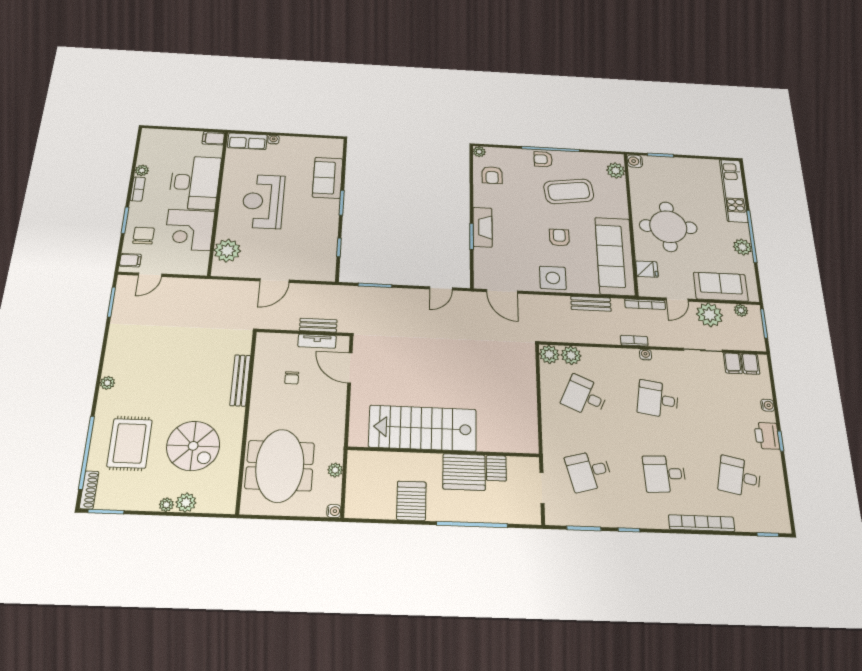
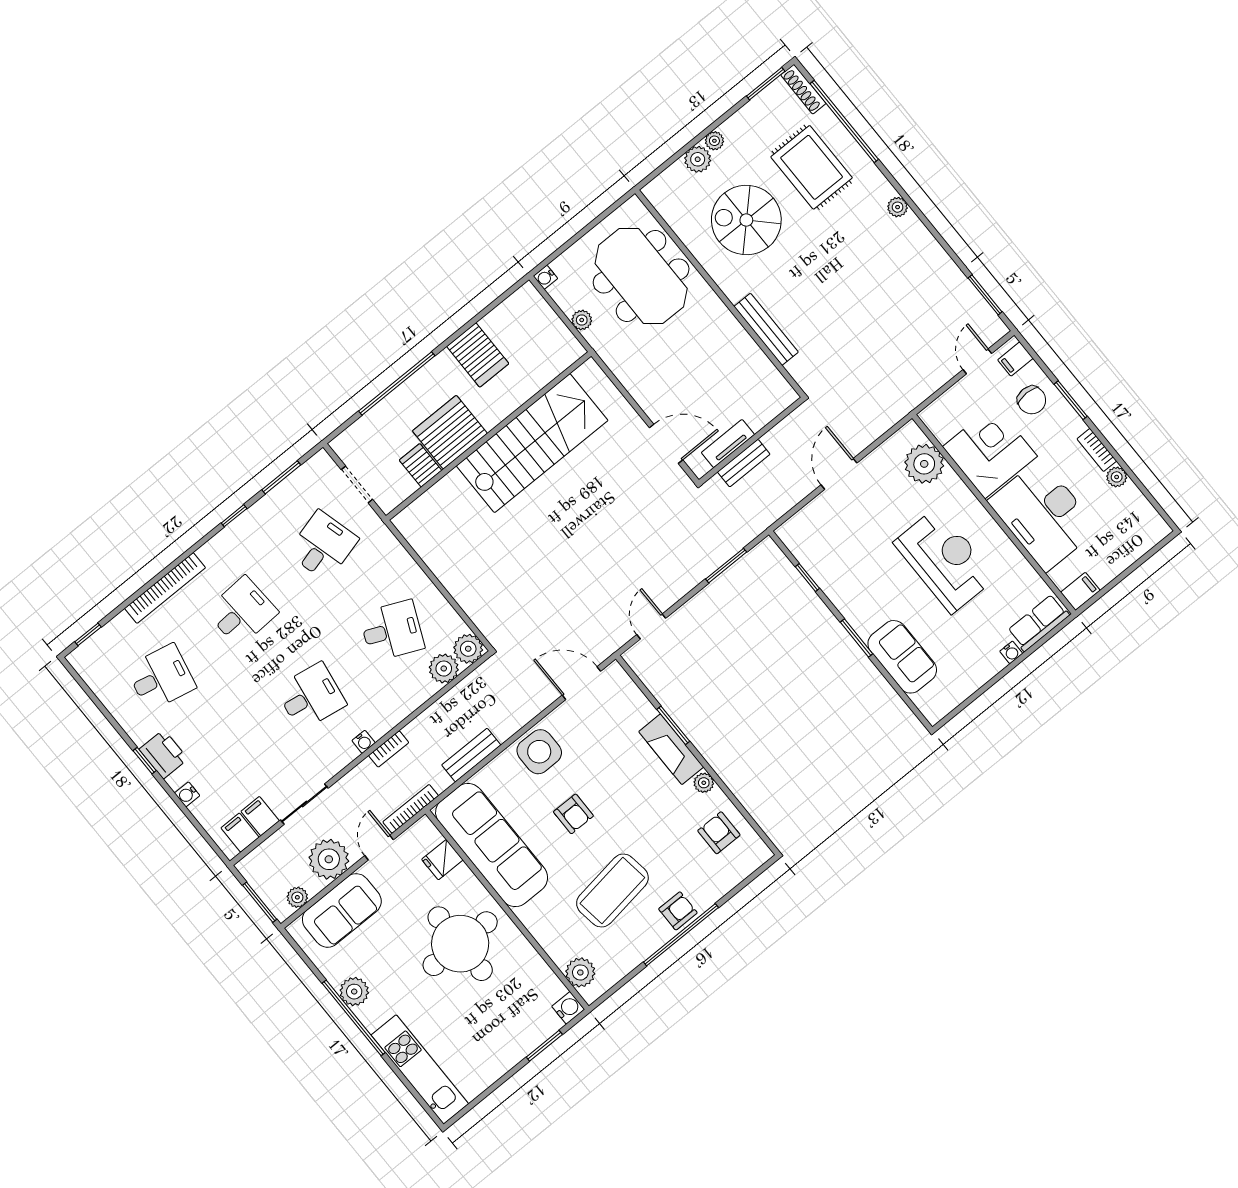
plant: (479, 152) -> (704, 783), moved
chair: (292, 378) -> (716, 379), removed

